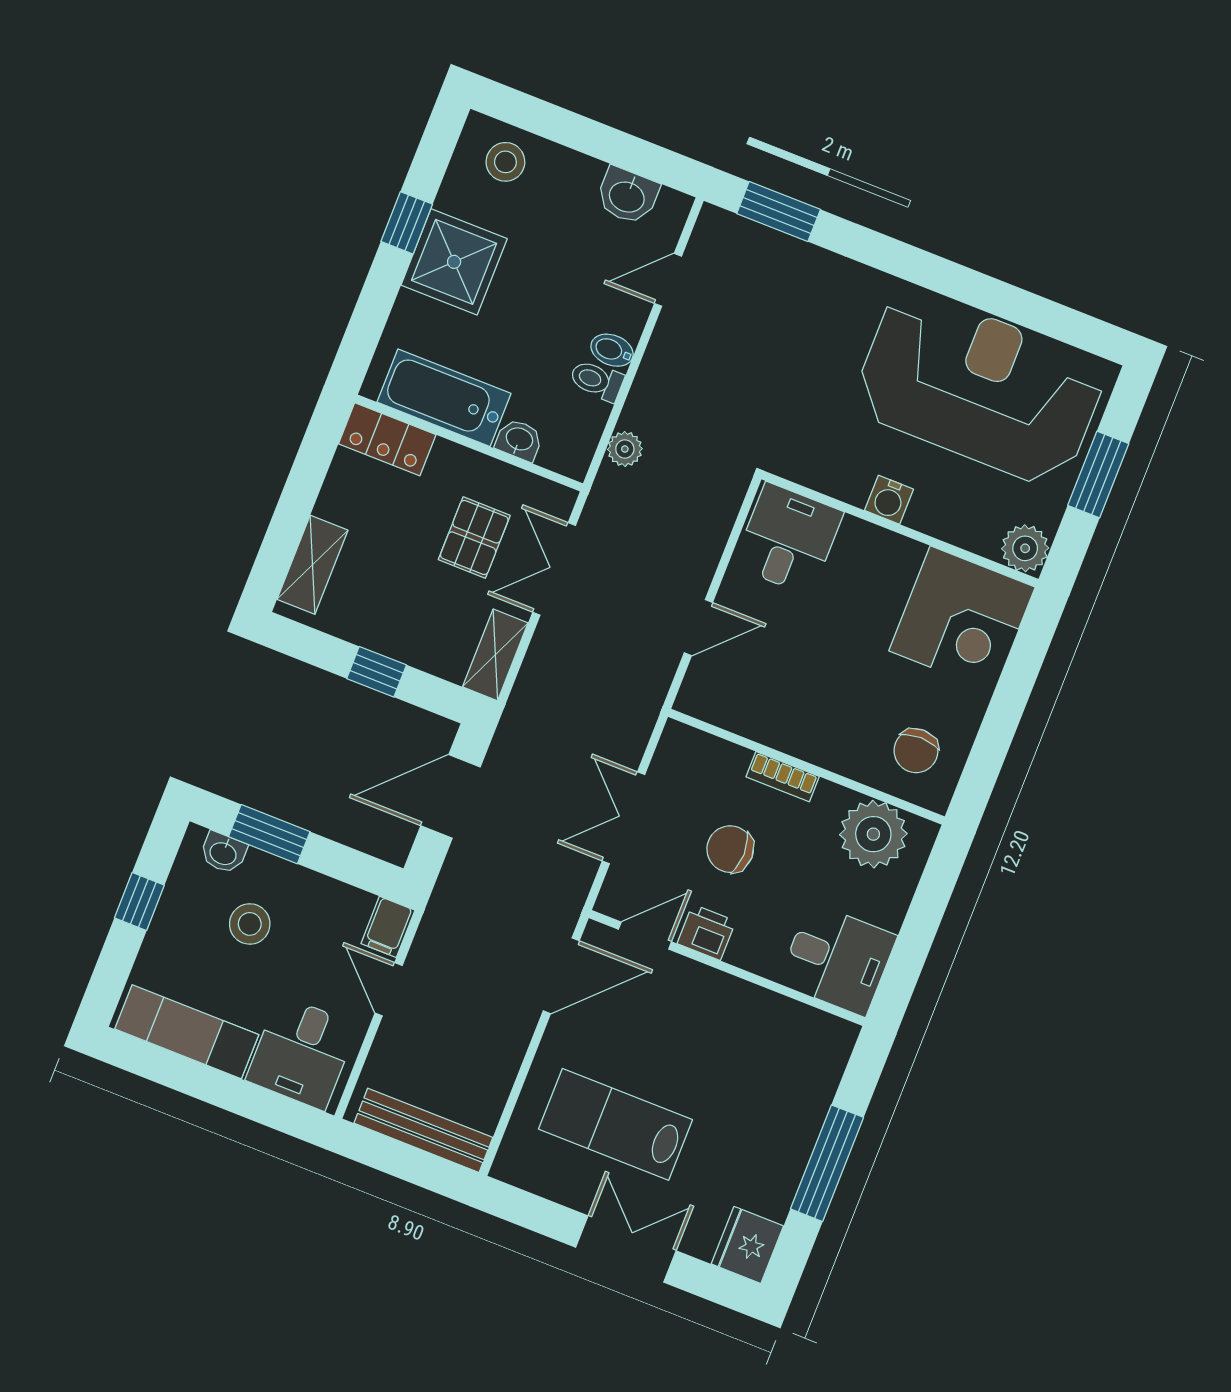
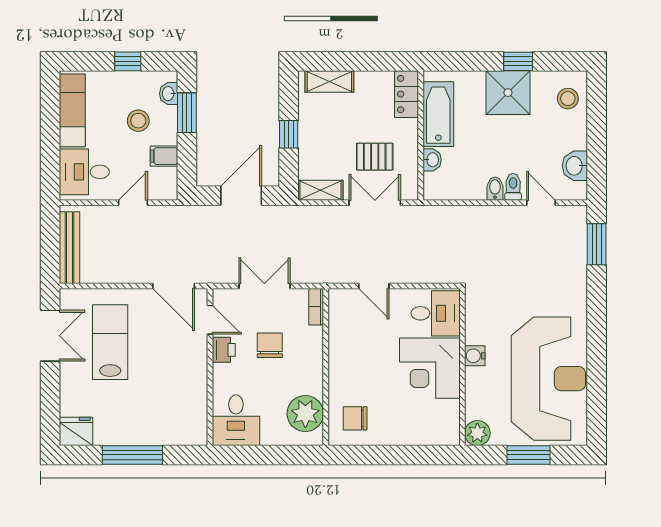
toilet: (597, 380) -> (513, 187), moved
plant: (625, 449) -> (448, 214), removed
corner desk: (962, 619) -> (430, 368), moved
bookcase: (783, 777) -> (316, 307), moved
door: (451, 796) -> (241, 196), hinge flipped
filing cabinet: (388, 927) -> (164, 156), moved
double door: (626, 1249) -> (50, 336), moved

